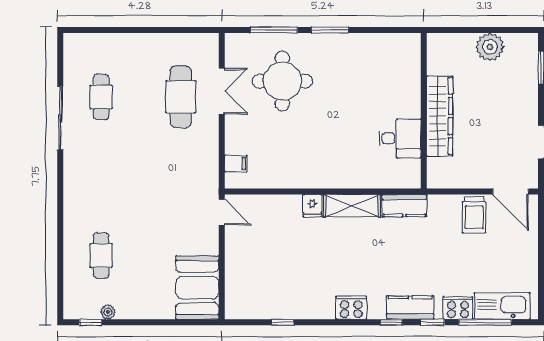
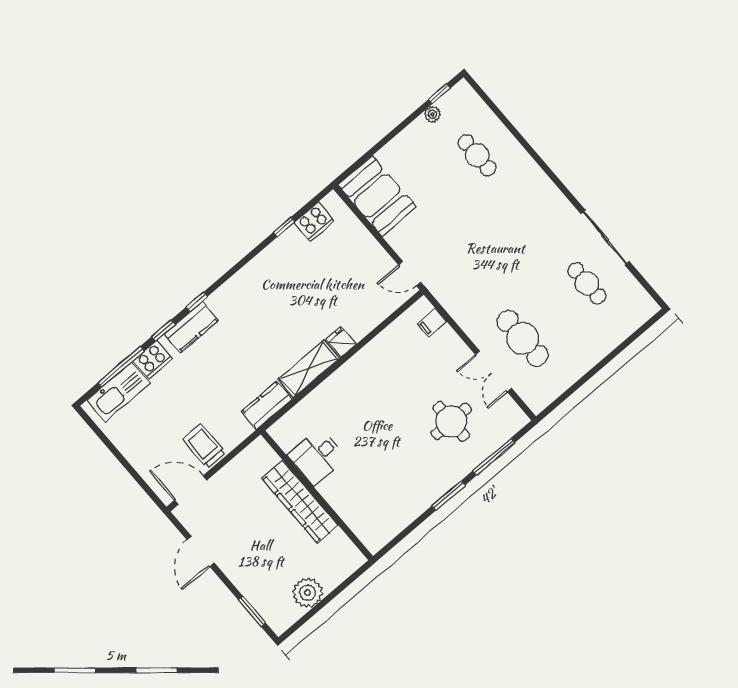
round table: (282, 81) -> (451, 421), width x0.73, depth x0.73
cooker: (351, 308) -> (314, 222), moved

